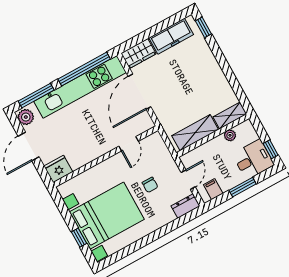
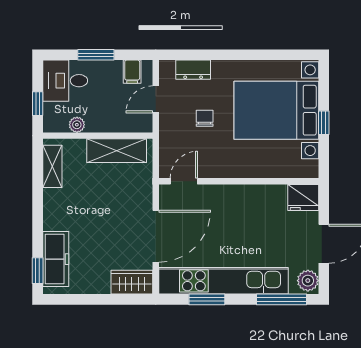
freezer: (171, 36) -> (56, 259), moved, turned 90
window: (84, 69) -> (207, 299), width x0.47
shelving: (230, 116) -> (52, 166), moved, turned 90
door: (129, 144) -> (184, 181), moved
window: (271, 149) -> (38, 104), moved
dresser: (186, 206) -> (193, 70), moved
window: (79, 238) -> (324, 123), moved

